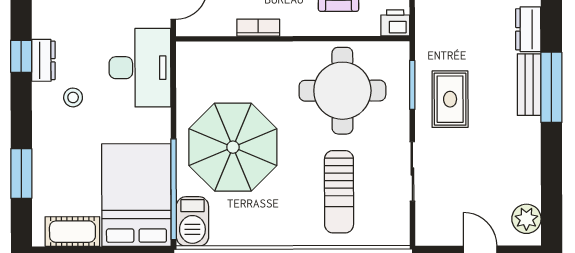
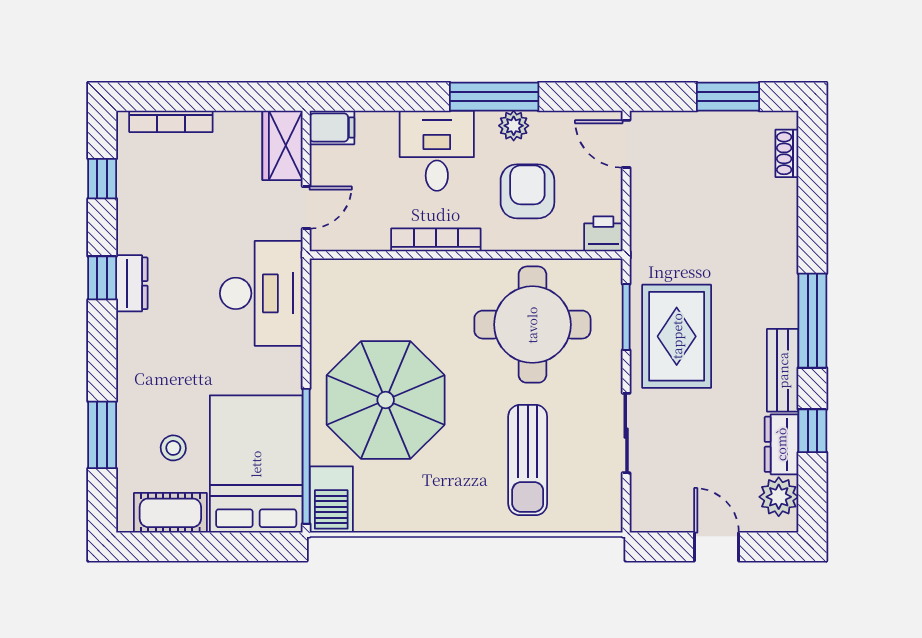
bookcase: (258, 28) -> (436, 240), width x1.56
dresser: (528, 29) -> (781, 444), moved
bench: (529, 85) -> (783, 370), moved
stool: (73, 97) -> (173, 448), moved
rug: (450, 99) -> (677, 336), width x1.36, depth x1.43
window: (551, 170) -> (812, 431), added

